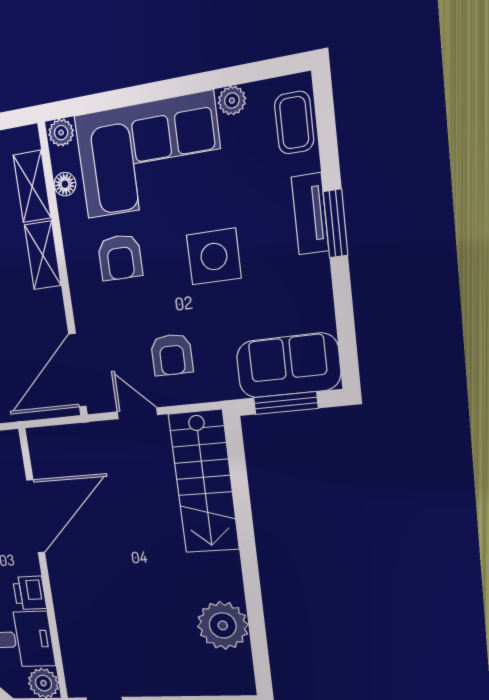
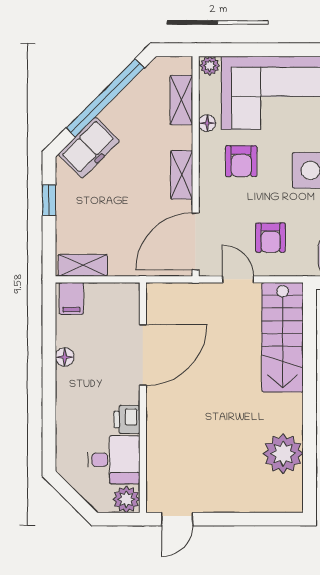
floor lamp: (65, 184) -> (207, 123), moved
shelving: (43, 255) -> (182, 175), moved

